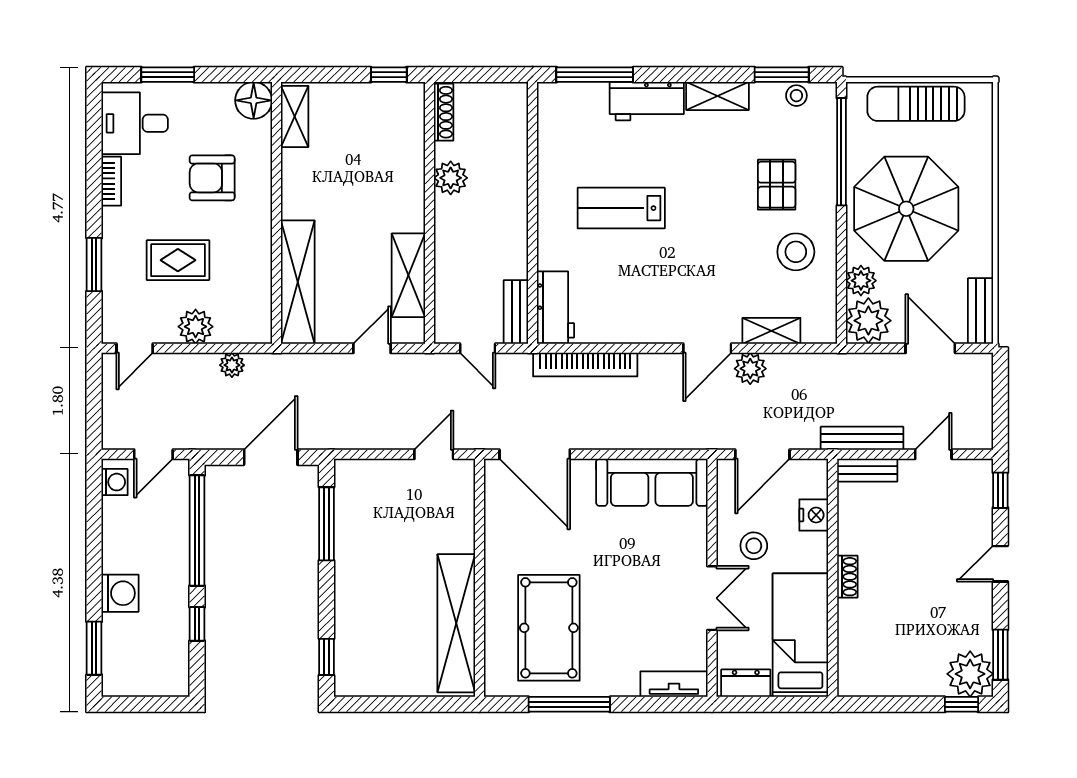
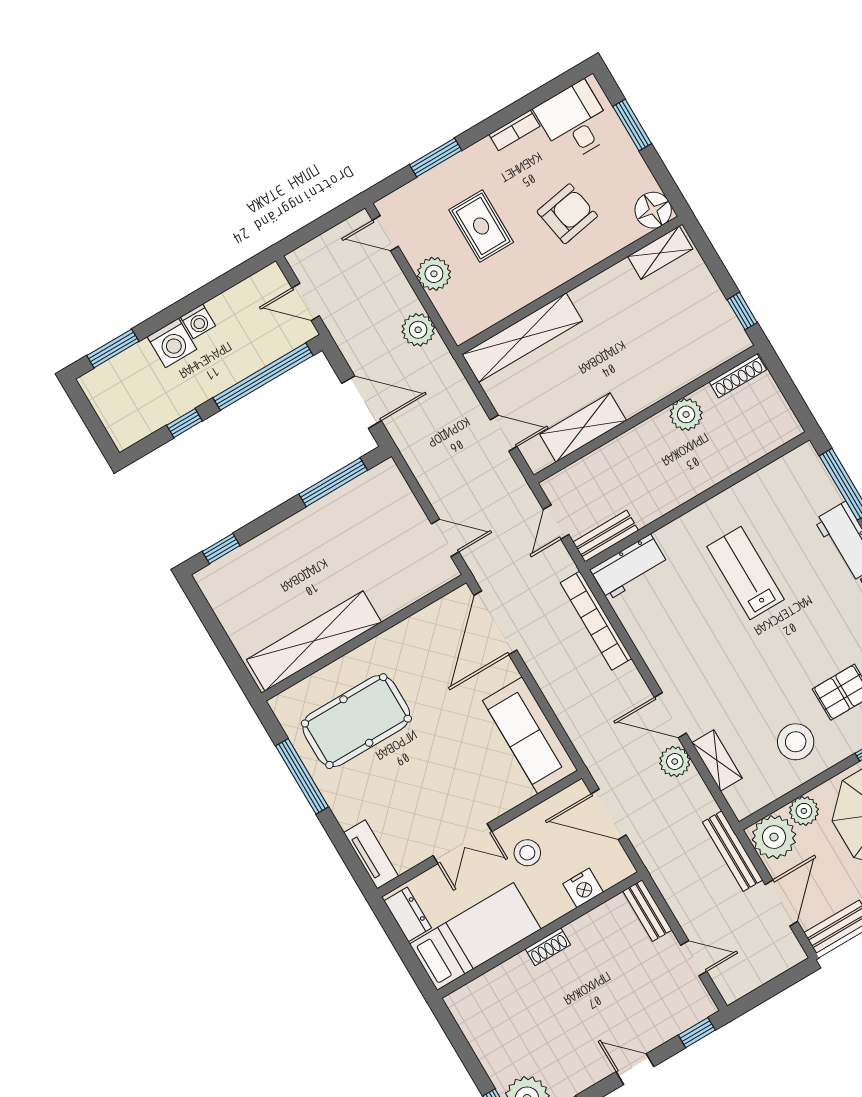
armchair: (212, 178) -> (567, 214), turned 80
plant: (232, 365) -> (418, 330), width x1.38, depth x1.38
bench: (862, 438) -> (733, 851), moved
washing machine: (115, 482) -> (198, 321), moved

